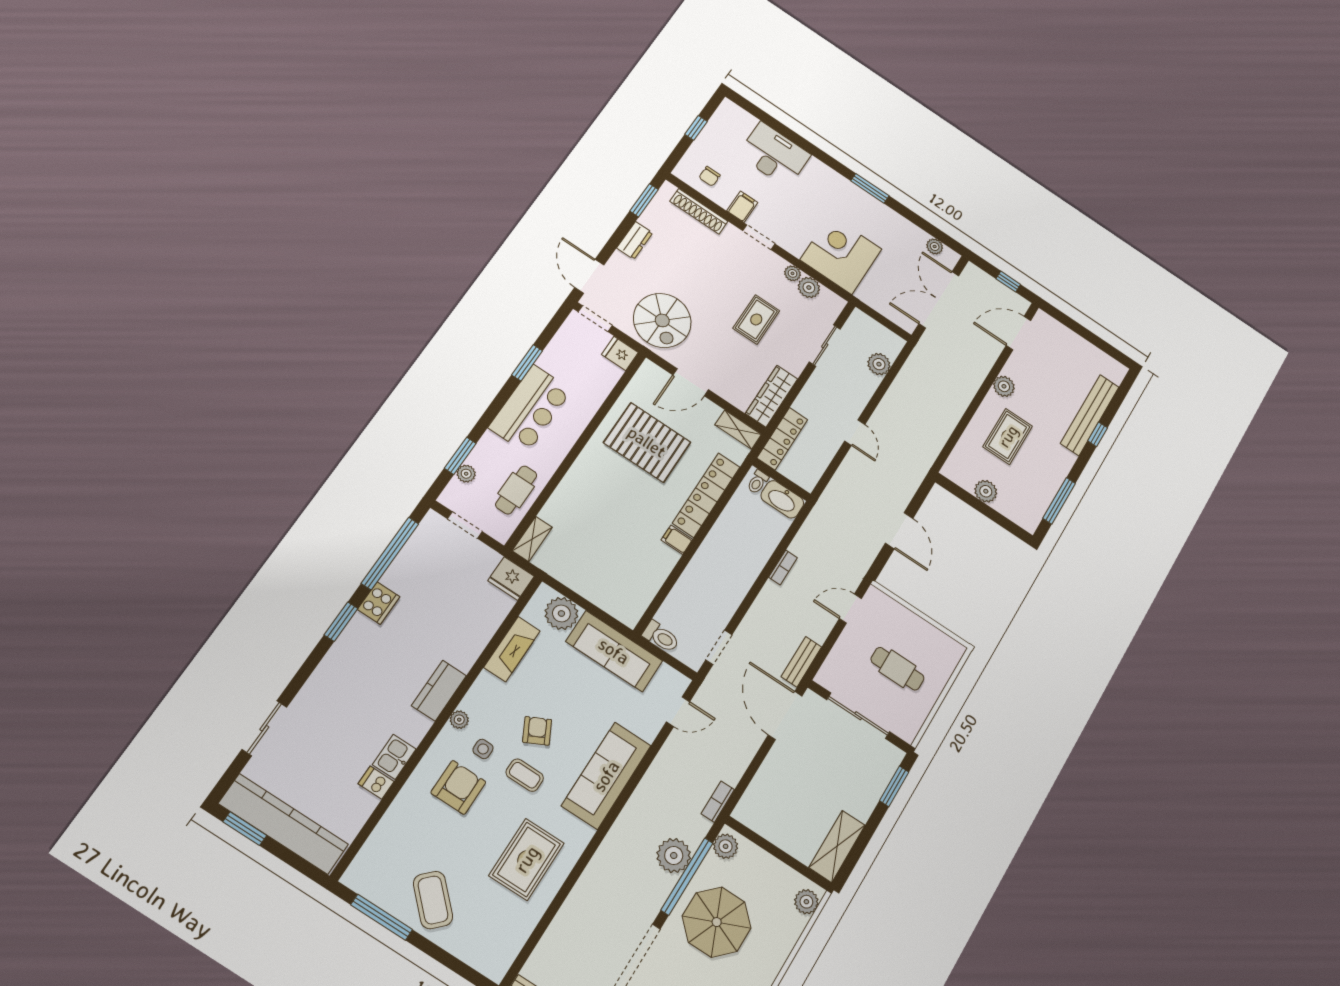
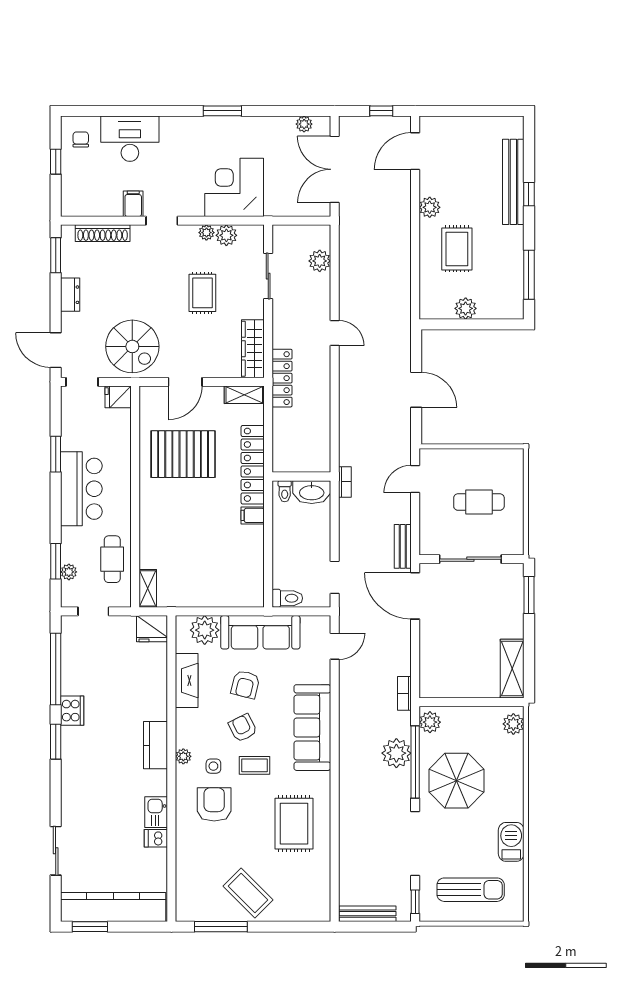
chair: (710, 176) -> (81, 139), moved, turned 180
wall: (781, 480) -> (301, 477), moved
toilet: (758, 482) -> (285, 491), moved
washbasin: (782, 499) -> (312, 492), moved
armchair: (567, 691) -> (245, 684), added

